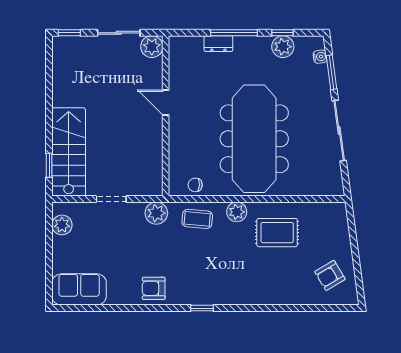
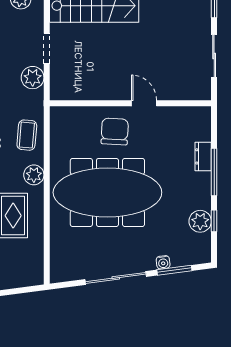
plant: (152, 47) -> (200, 89), removed
water cooler: (320, 57) -> (163, 262), moved
door: (166, 102) -> (144, 103), hinge flipped
chair: (195, 185) -> (115, 131), moved, width x1.87, depth x1.87
plant: (156, 213) -> (33, 78), moved

